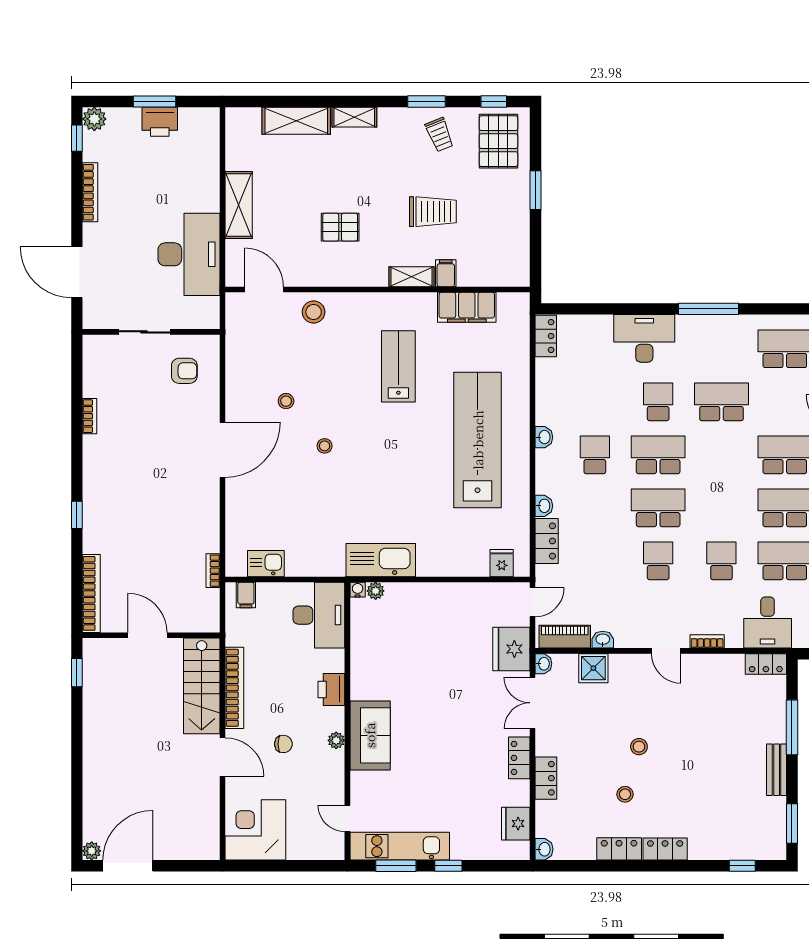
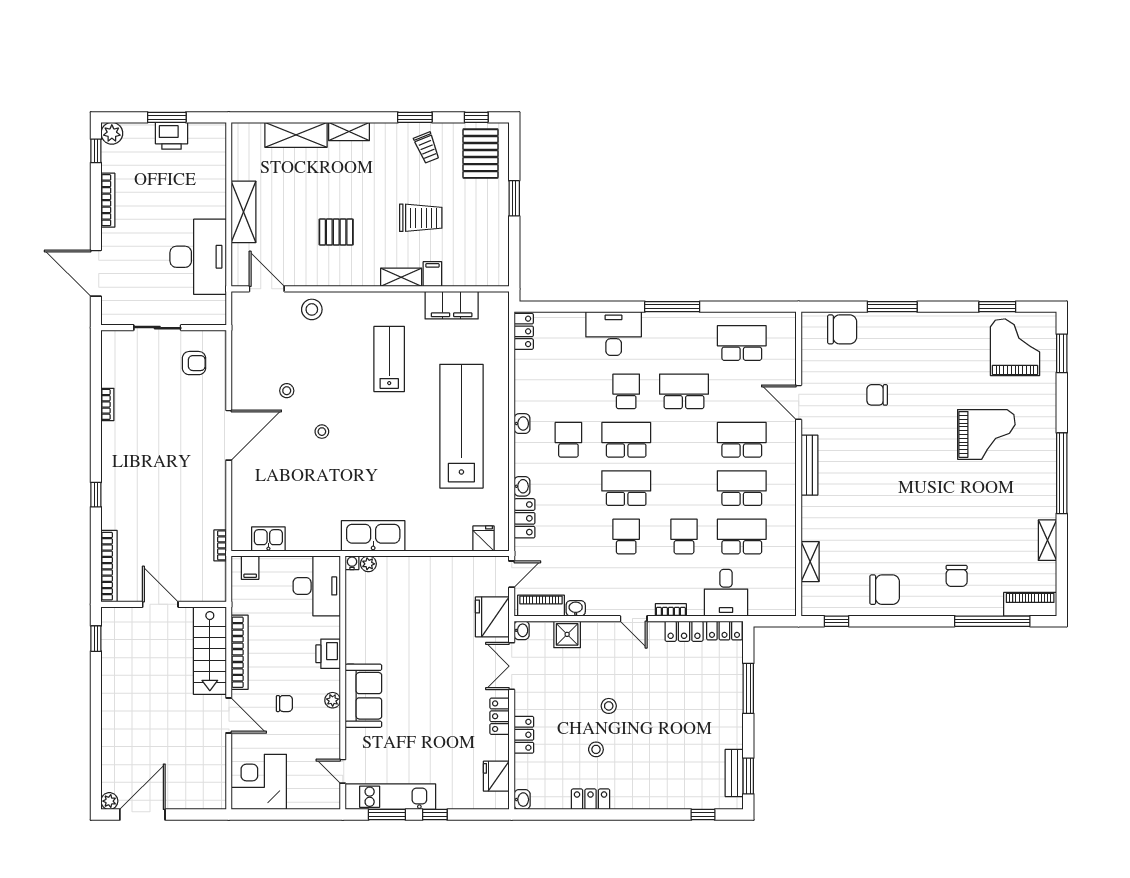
bench: (777, 770) -> (734, 773), moved
locker: (665, 849) -> (684, 631), moved, turned 180

